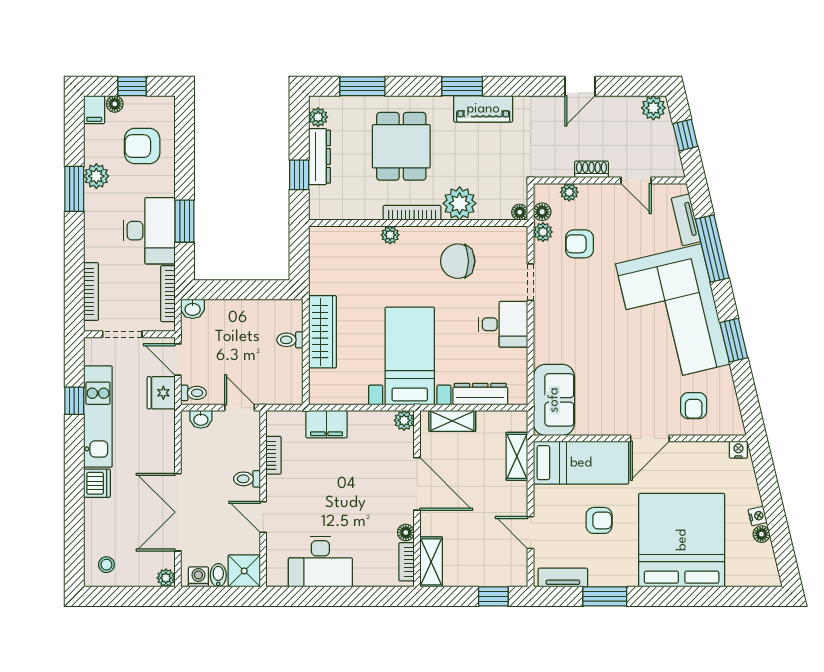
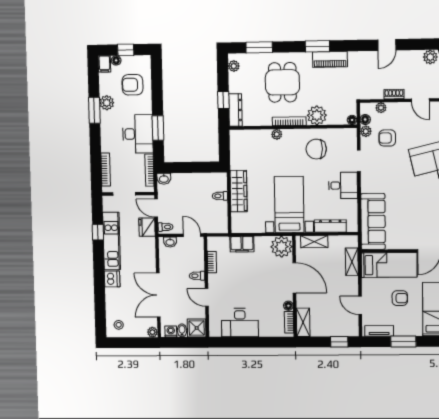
dresser: (319, 157) -> (235, 110), moved
sofa: (554, 400) -> (373, 222), width x1.36
plant: (404, 420) -> (282, 247), width x1.88, depth x1.88

